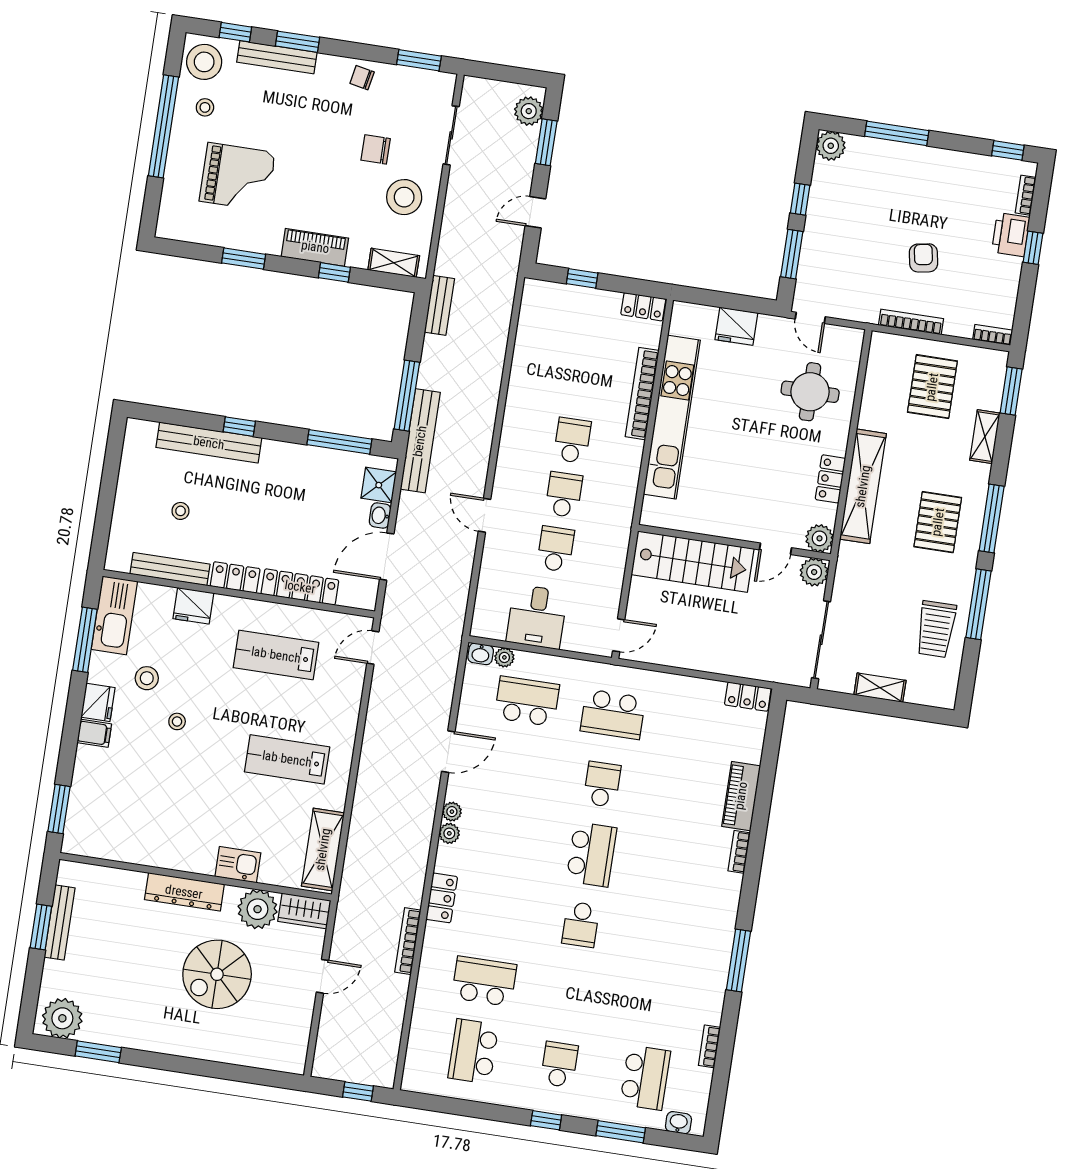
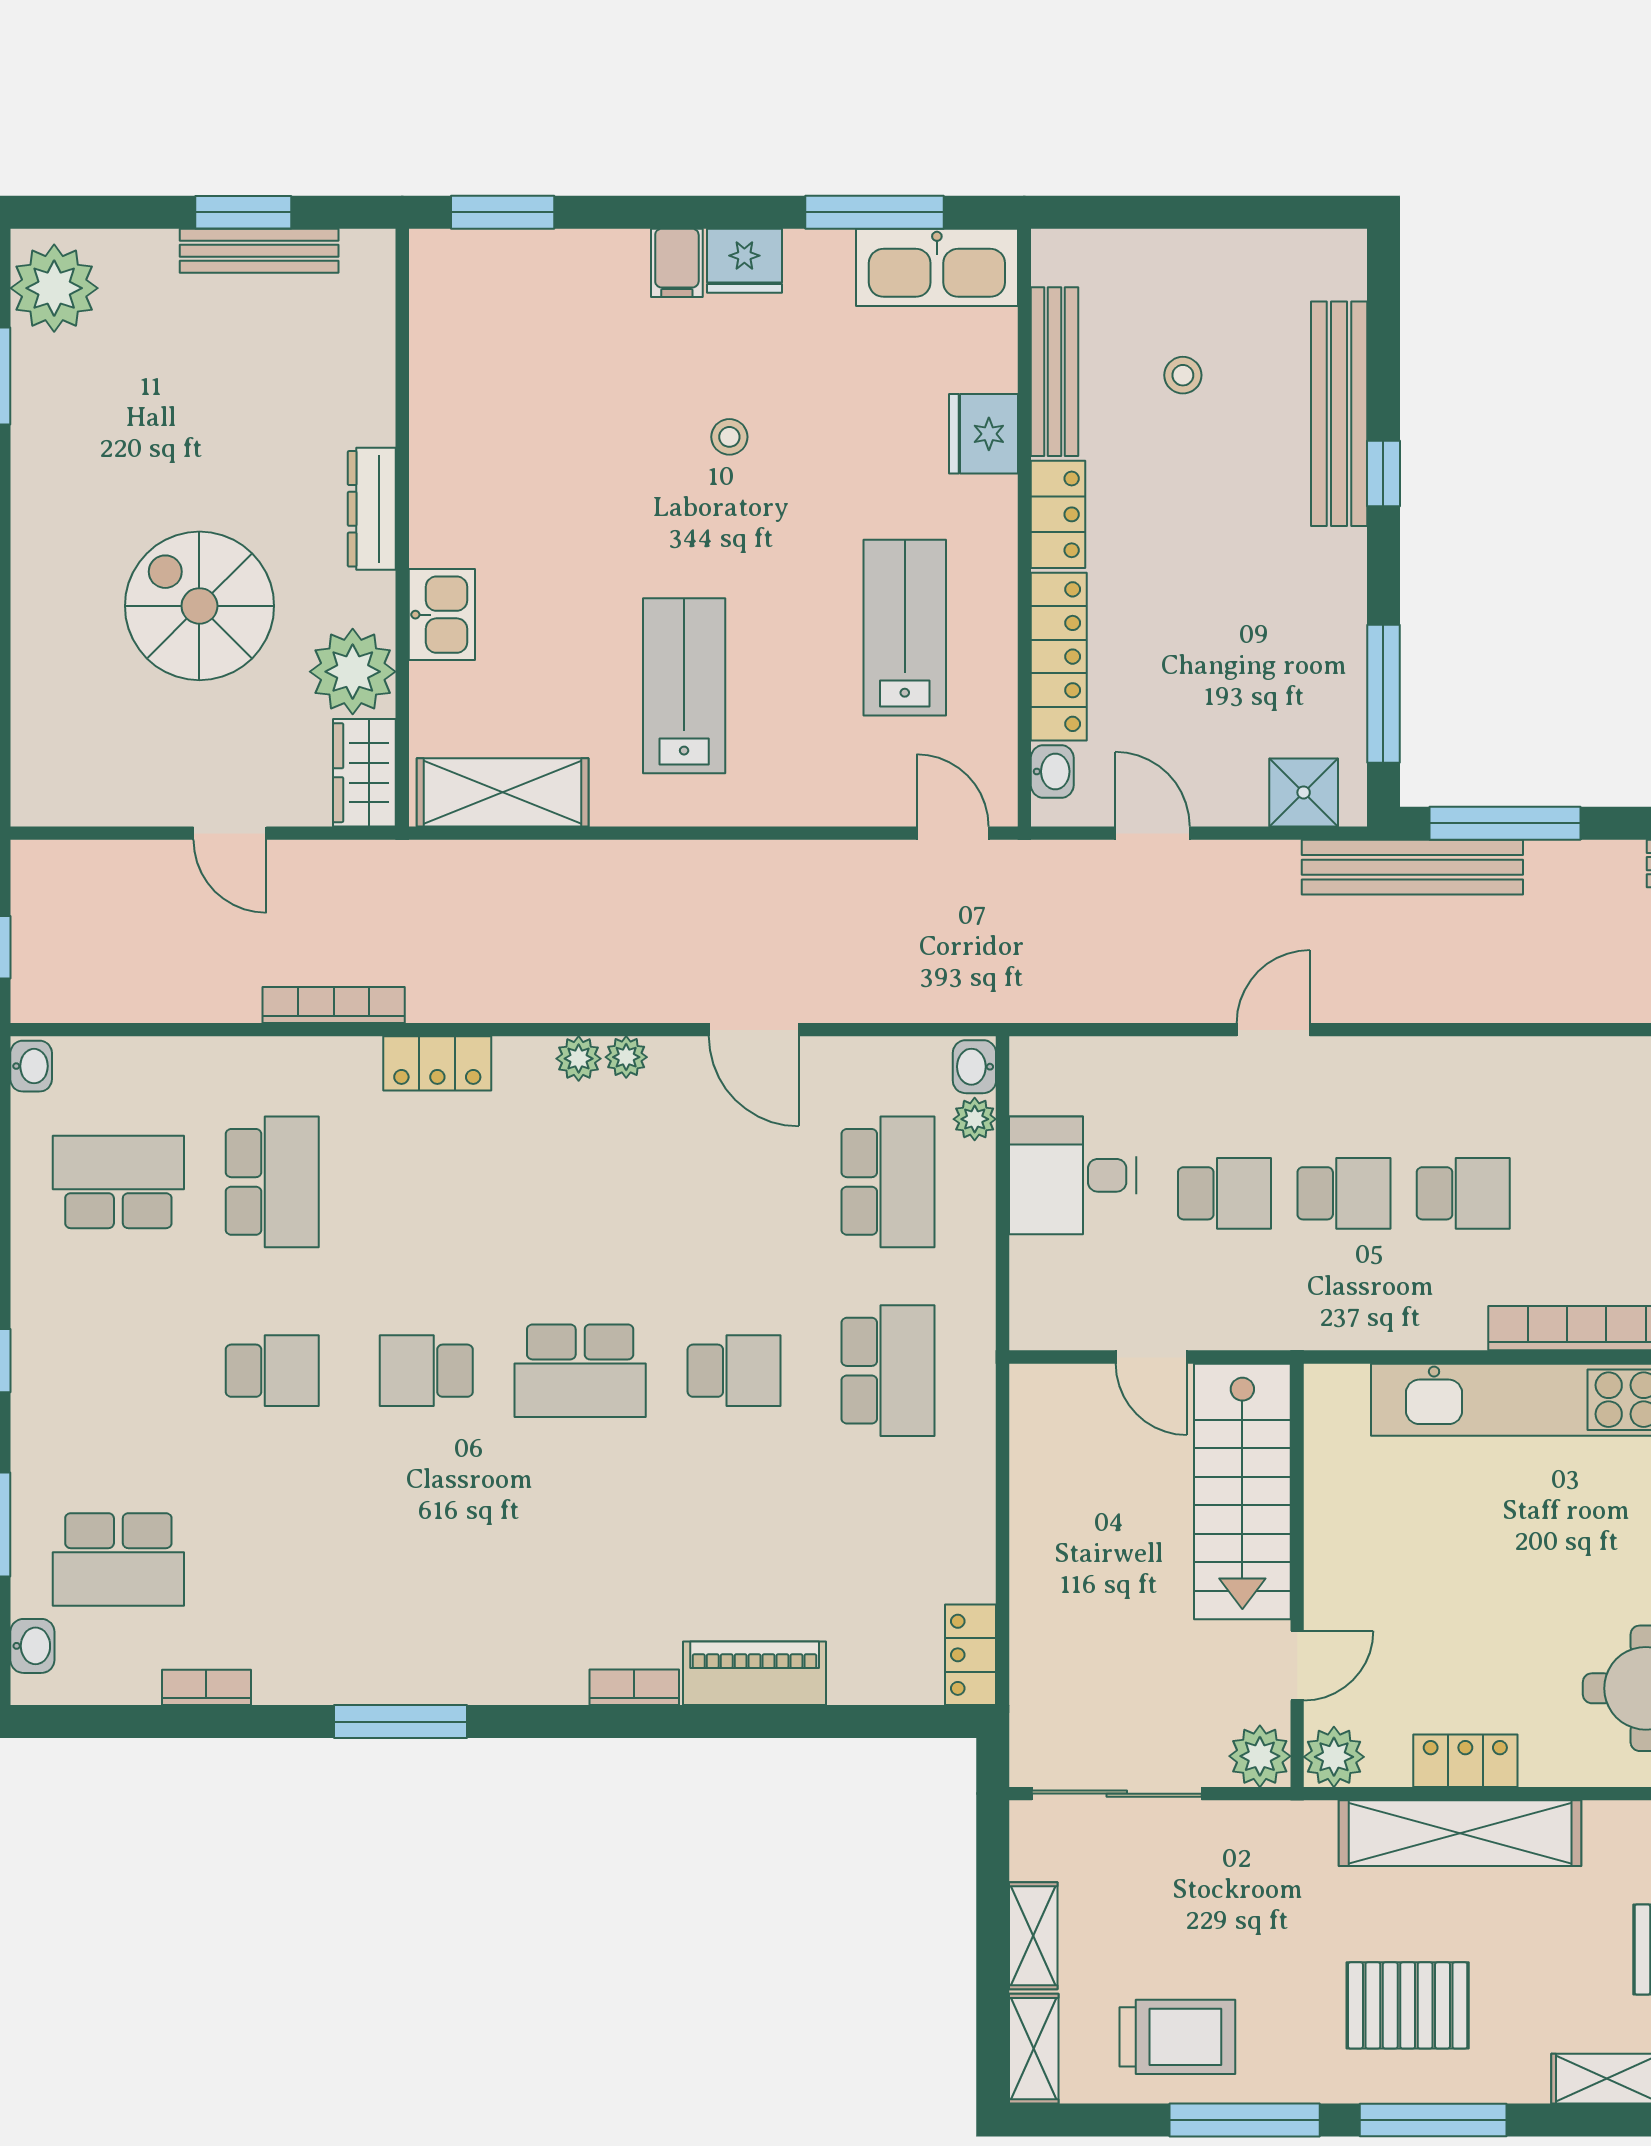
washbasin: (380, 516) -> (1052, 771), moved, turned 90
door: (775, 549) -> (1297, 1666), swing flipped
door: (387, 557) -> (1153, 833), width x0.73
trolley: (936, 629) -> (1177, 2037), turned 180
door: (619, 635) -> (1151, 1357), moved
stool: (147, 678) -> (812, 358), removed
shelving: (931, 695) -> (1034, 2049), added
school desk: (613, 714) -> (888, 1371), turned 180
dresser: (184, 892) -> (372, 509), width x0.73, depth x0.80
school desk: (559, 1064) -> (272, 1371), moved
washbasin: (415, 1083) -> (31, 1066), added

